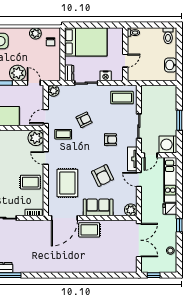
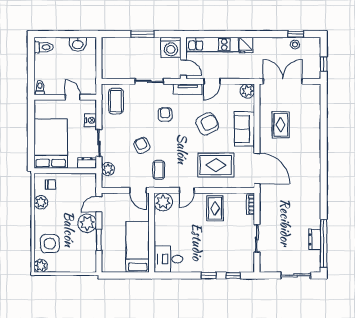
plant: (53, 91) -> (108, 169), moved
window: (179, 225) -> (296, 34), moved
rug: (89, 230) -> (281, 125), moved

